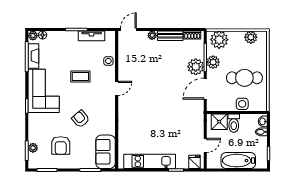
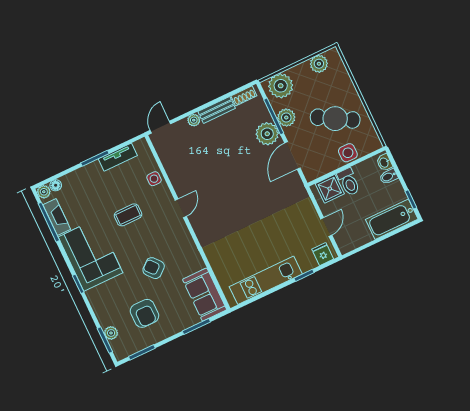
cafe table: (244, 78) -> (335, 119), turned 30
bathtub: (238, 161) -> (392, 219), moved

